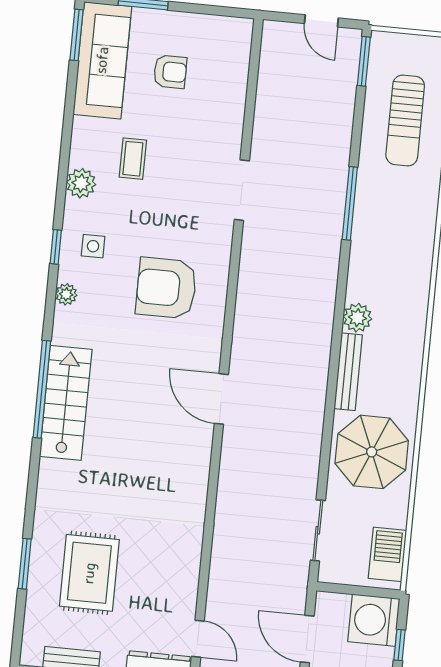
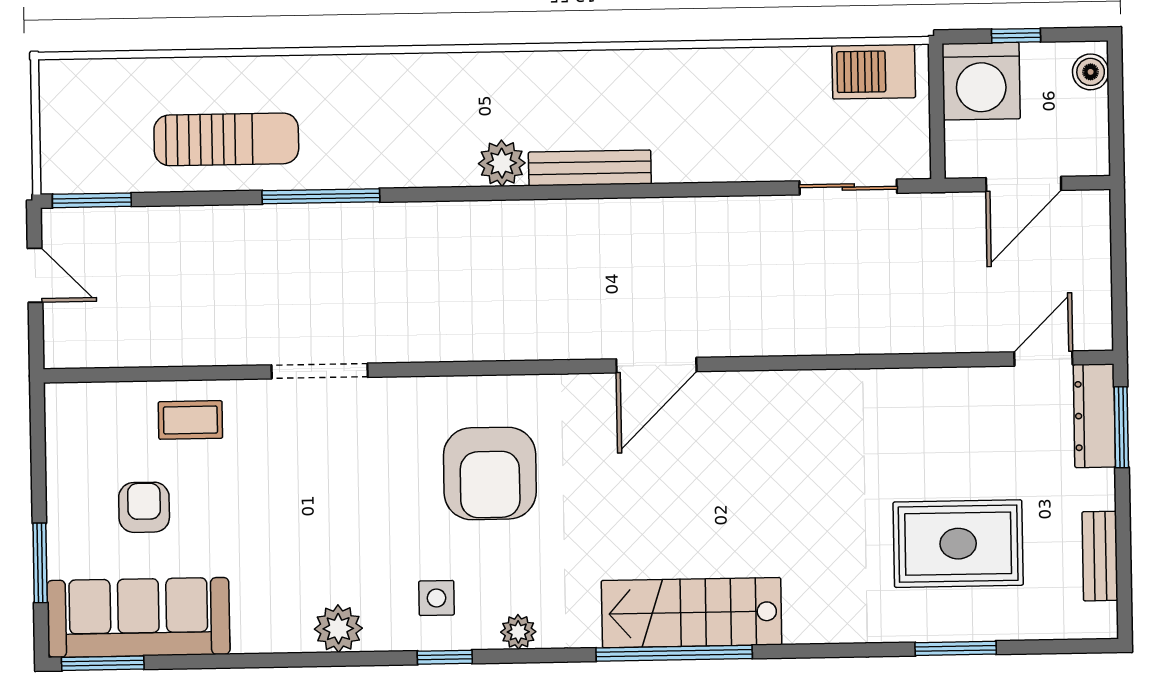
door: (321, 21) -> (35, 275), hinge flipped
sun lounger: (405, 120) -> (226, 139), moved
coffee table: (133, 159) -> (190, 420), moved
parasol: (372, 452) -> (713, 116), removed

